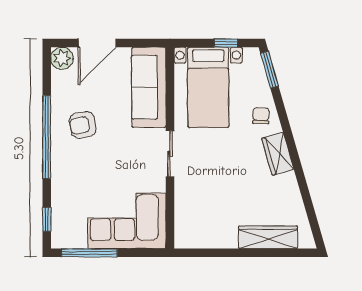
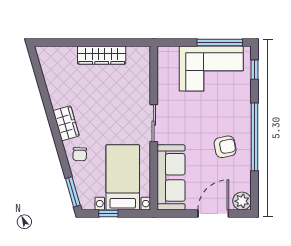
corner sofa: (127, 221) -> (211, 68), moved
wardrobe: (268, 237) -> (102, 55), moved

